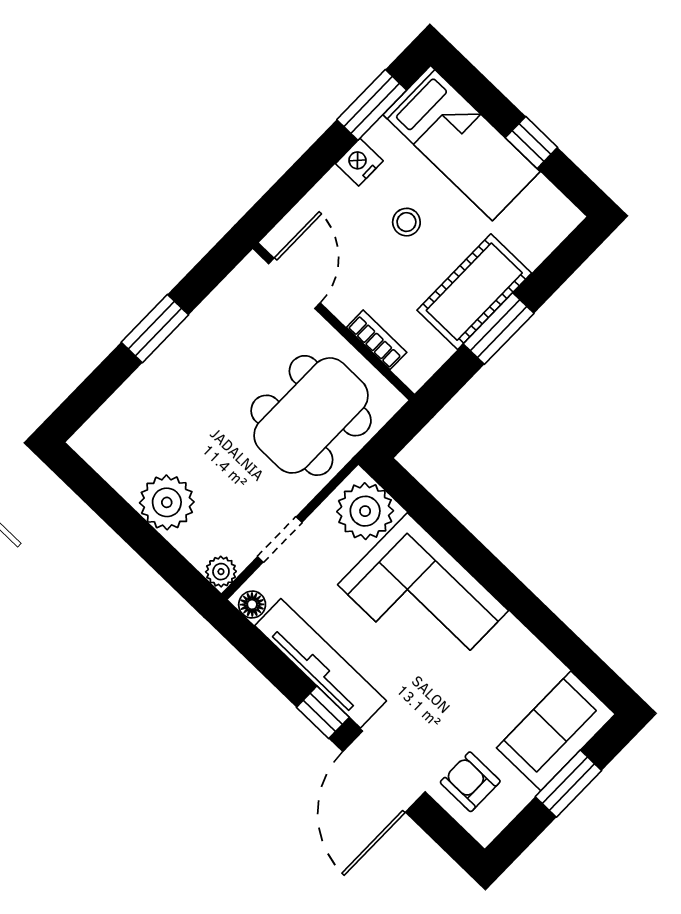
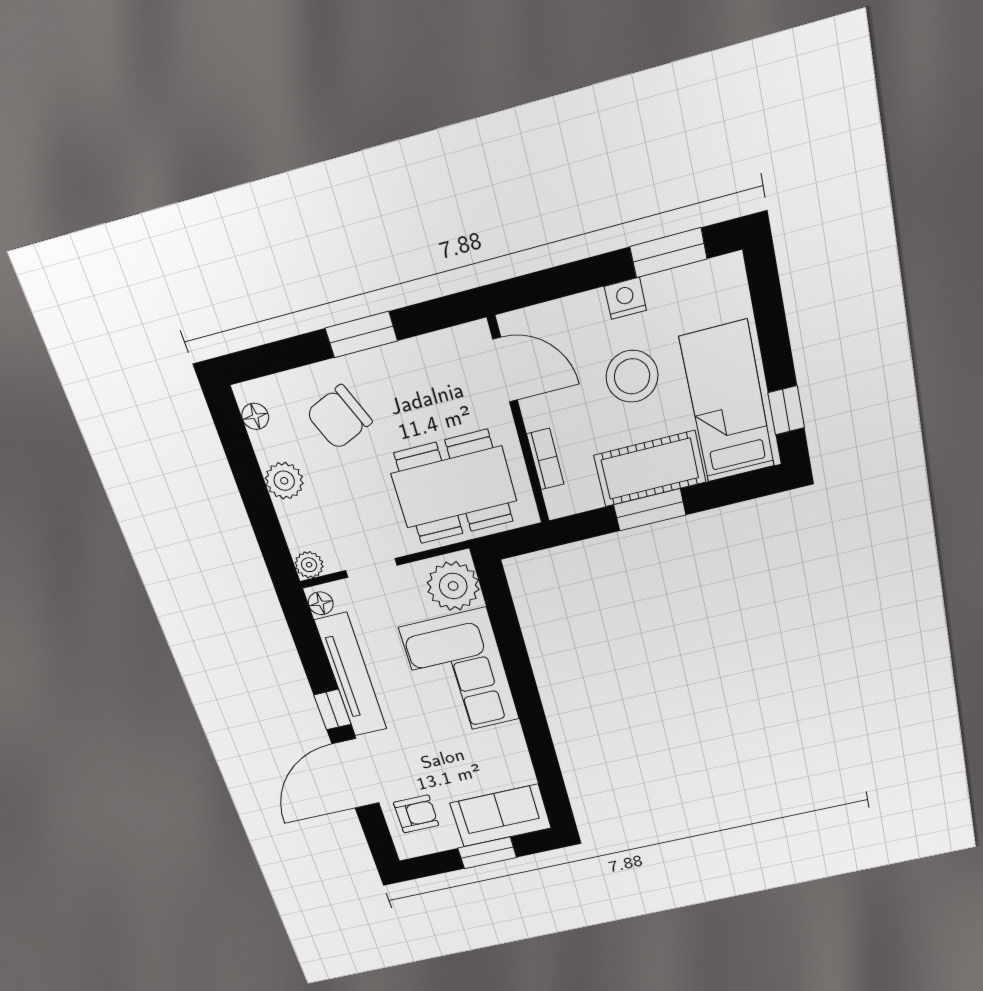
window: (531, 142) -> (786, 410), moved
bed: (461, 143) -> (727, 402), moved, turned 180
stool: (406, 222) -> (632, 376), width x1.89, depth x1.89
door: (294, 283) -> (505, 370), hinge flipped
chair: (174, 413) -> (339, 417), added
floor lamp: (101, 458) -> (255, 416), added
plant: (167, 502) -> (284, 481), width x0.73, depth x0.73
armchair: (470, 782) -> (416, 814), turned 90

